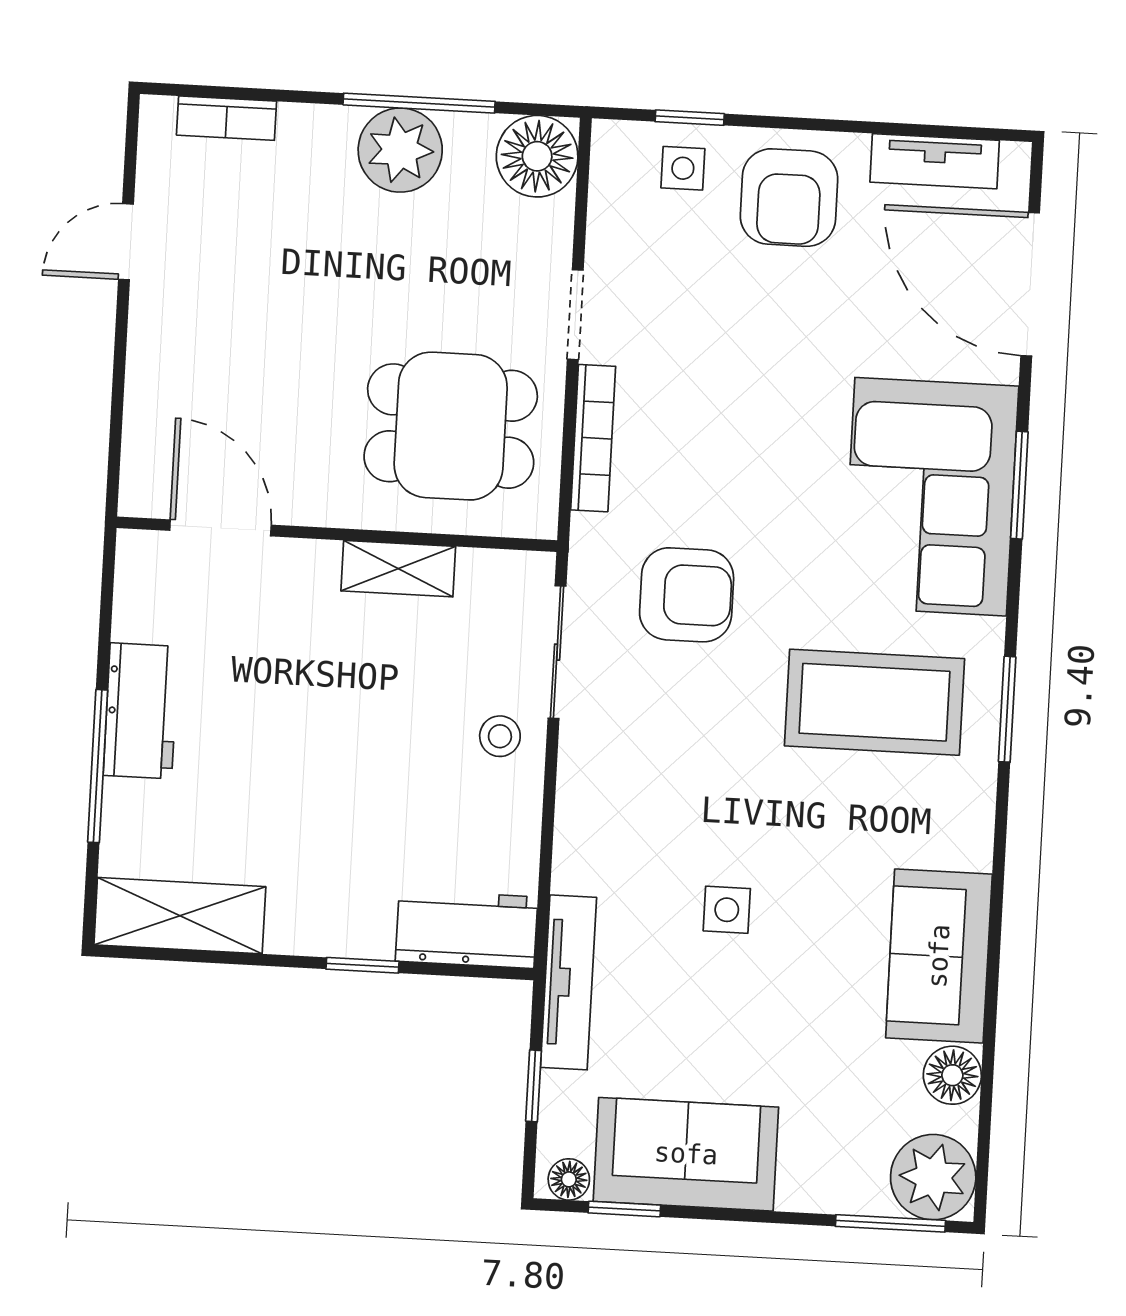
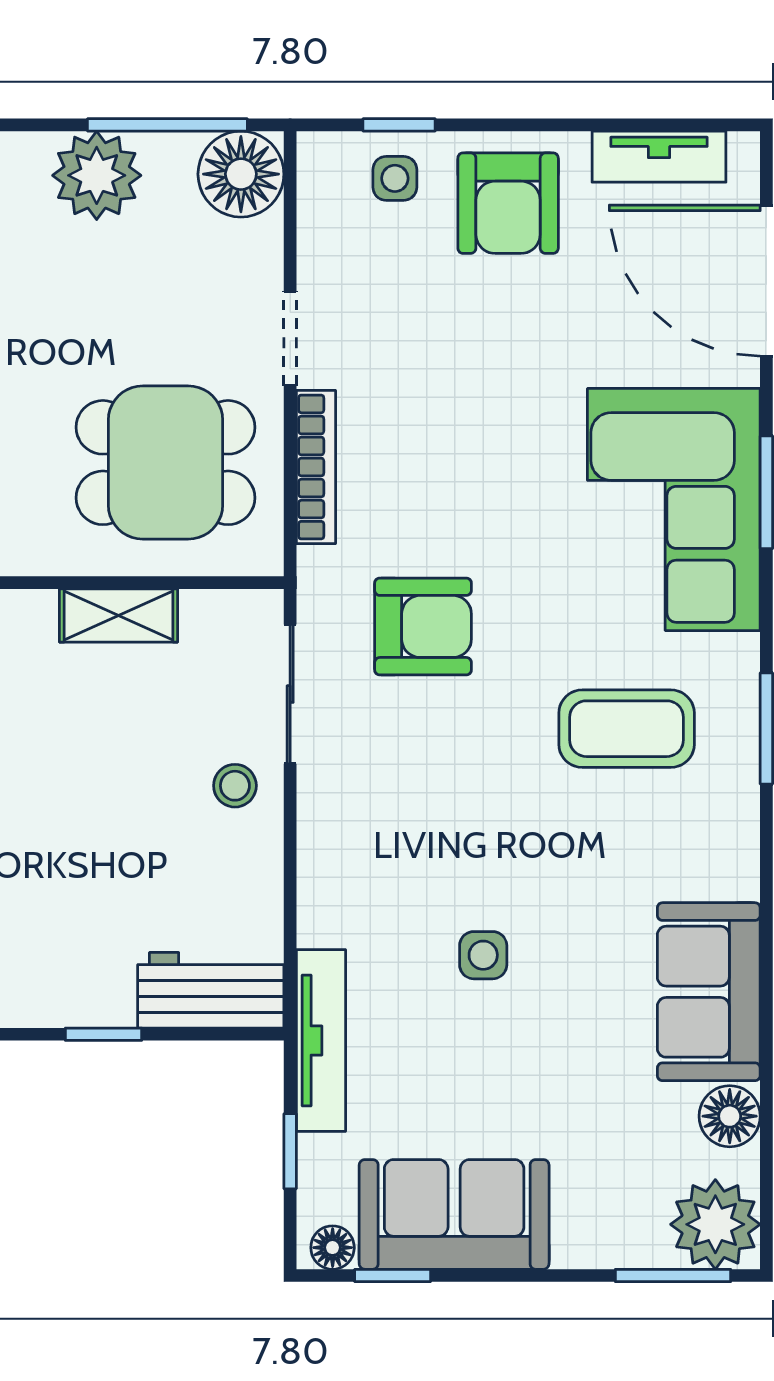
window: (419, 103) -> (167, 125), moved
coffee table: (874, 702) -> (627, 729), width x0.73, depth x0.76

